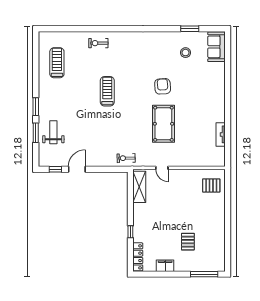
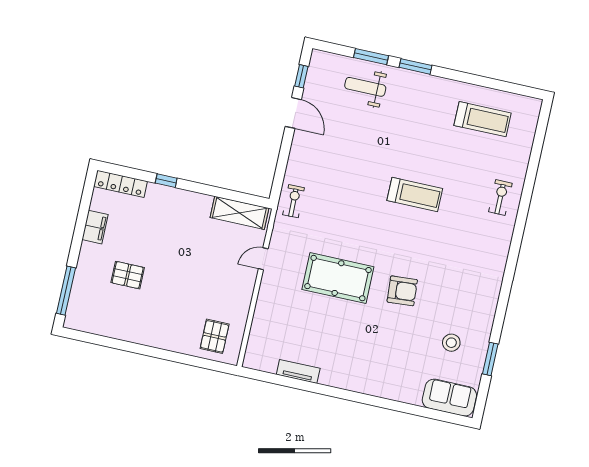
weight bench: (53, 132) -> (365, 87), turned 180

